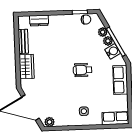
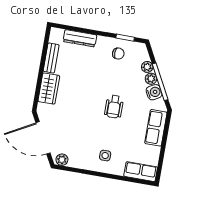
chair: (86, 20) -> (118, 54), moved
dresser: (39, 21) -> (80, 38), width x1.44
wheelchair: (83, 70) -> (114, 107), turned -90

